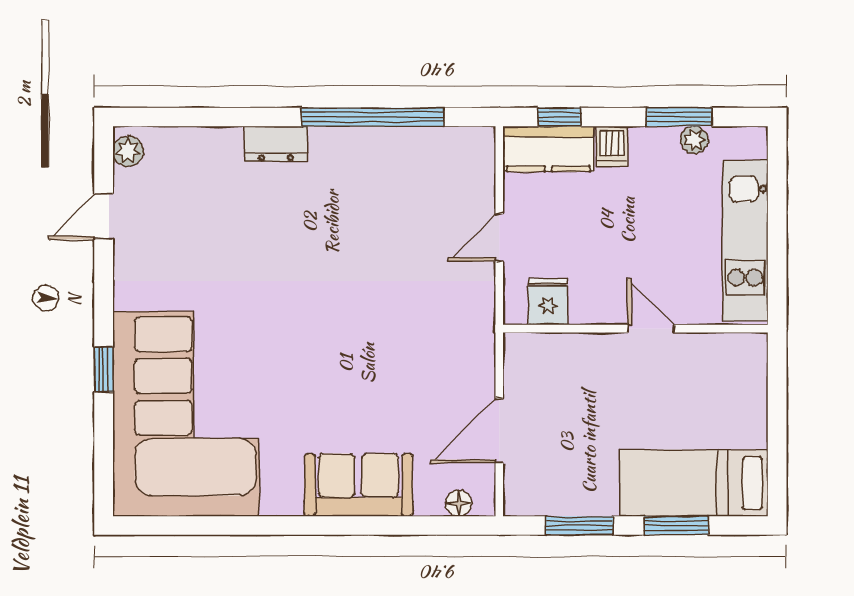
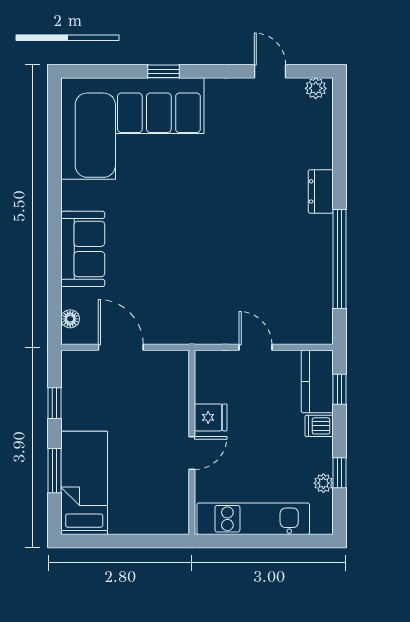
window: (679, 117) -> (339, 473), width x0.67
fridge: (548, 302) -> (211, 417), moved
window: (580, 526) -> (55, 403), width x0.67

